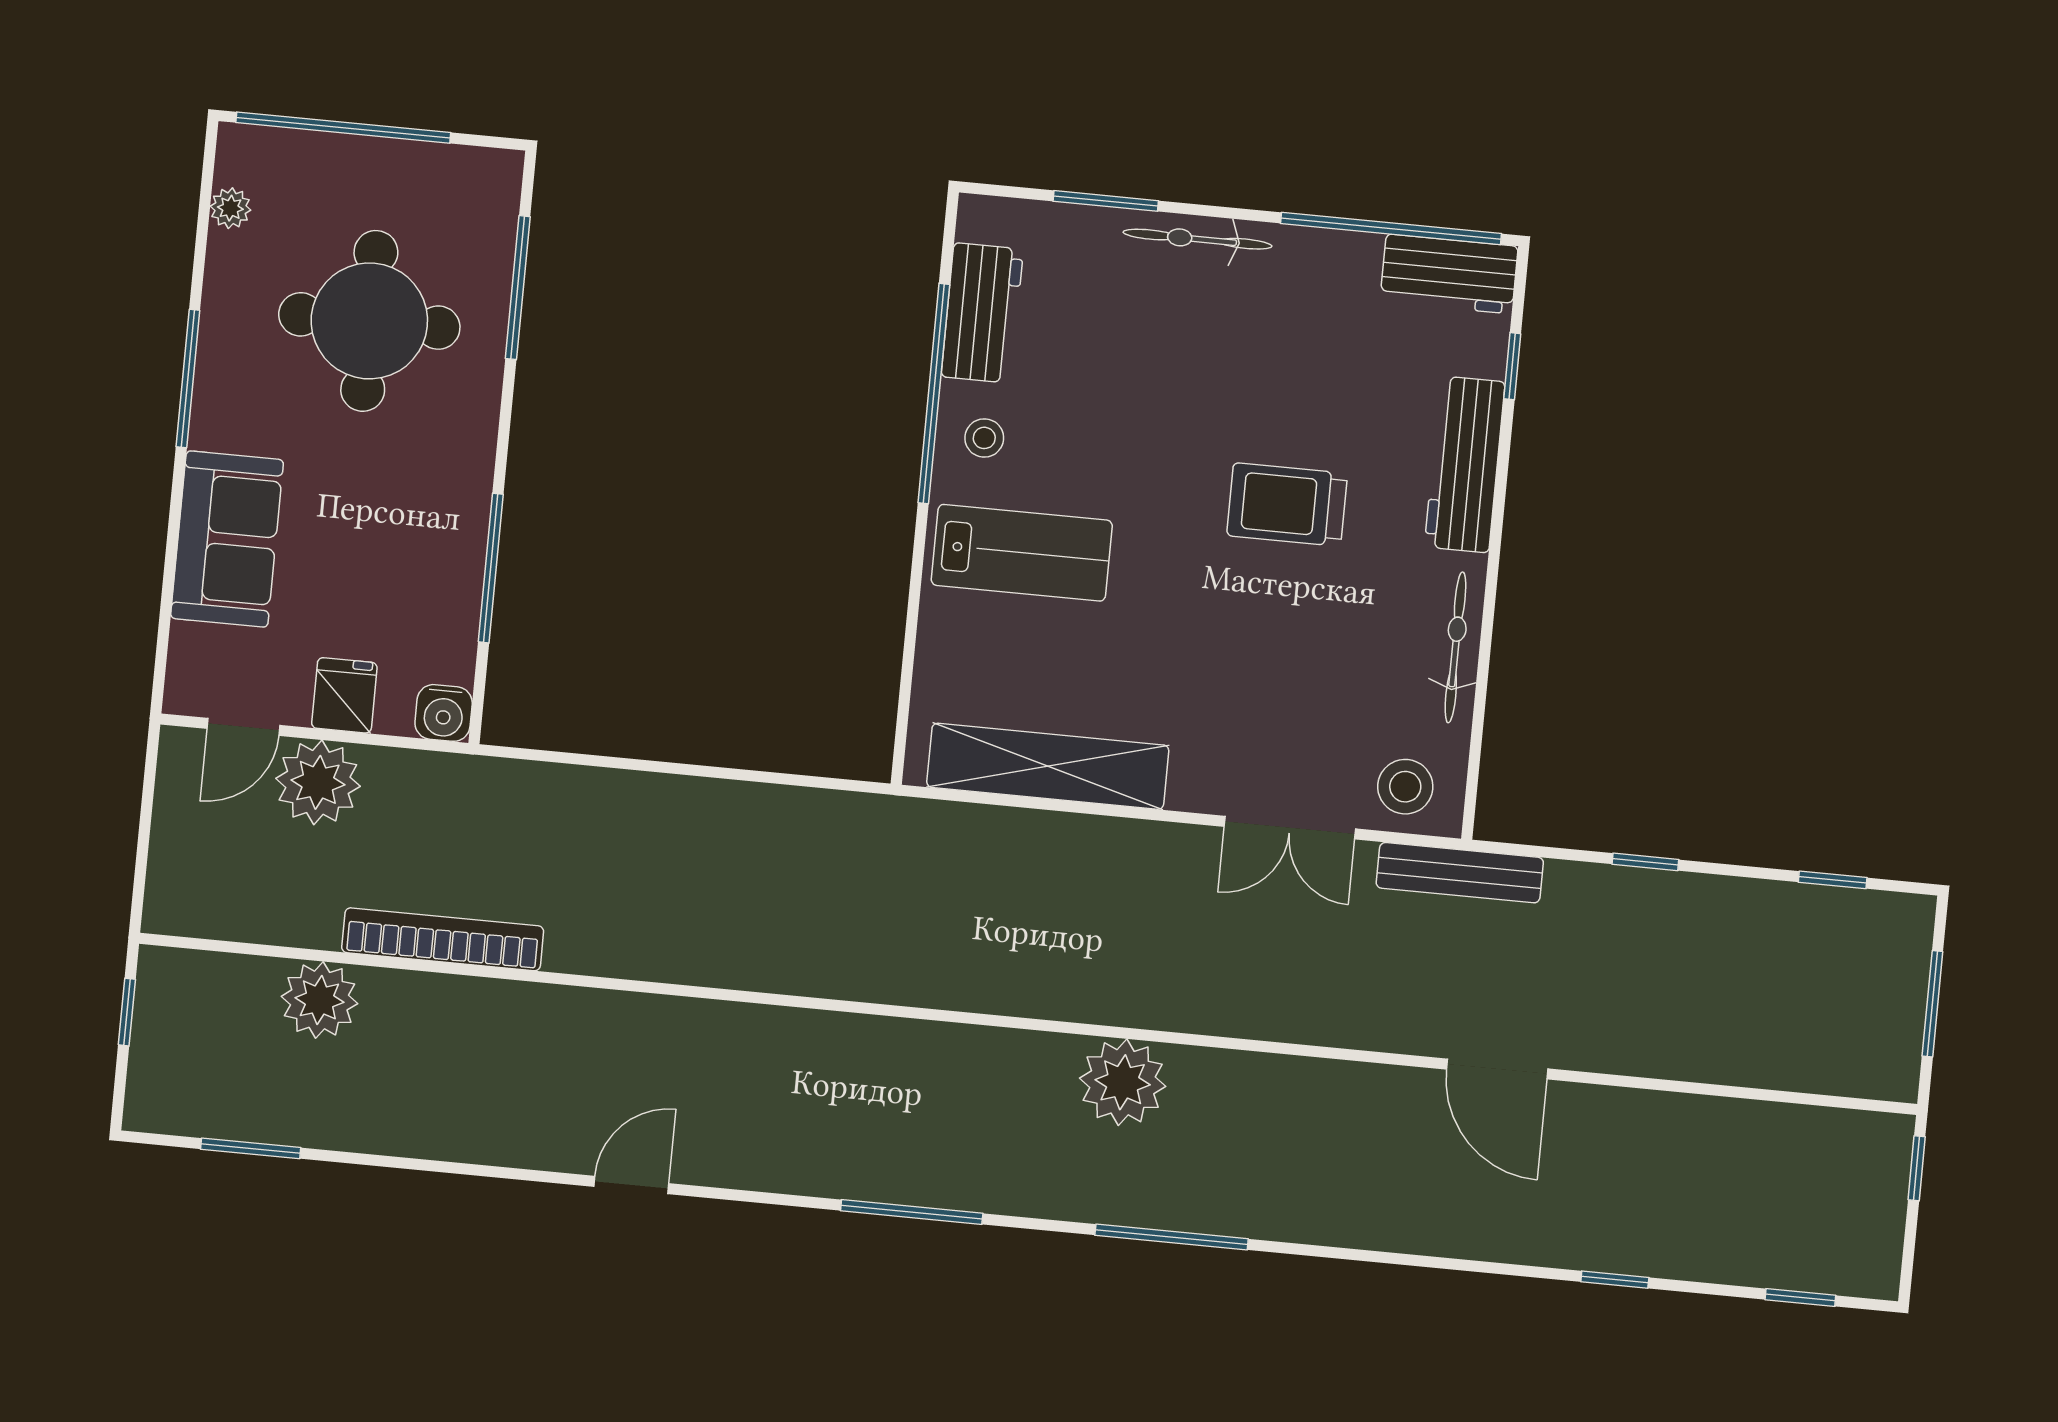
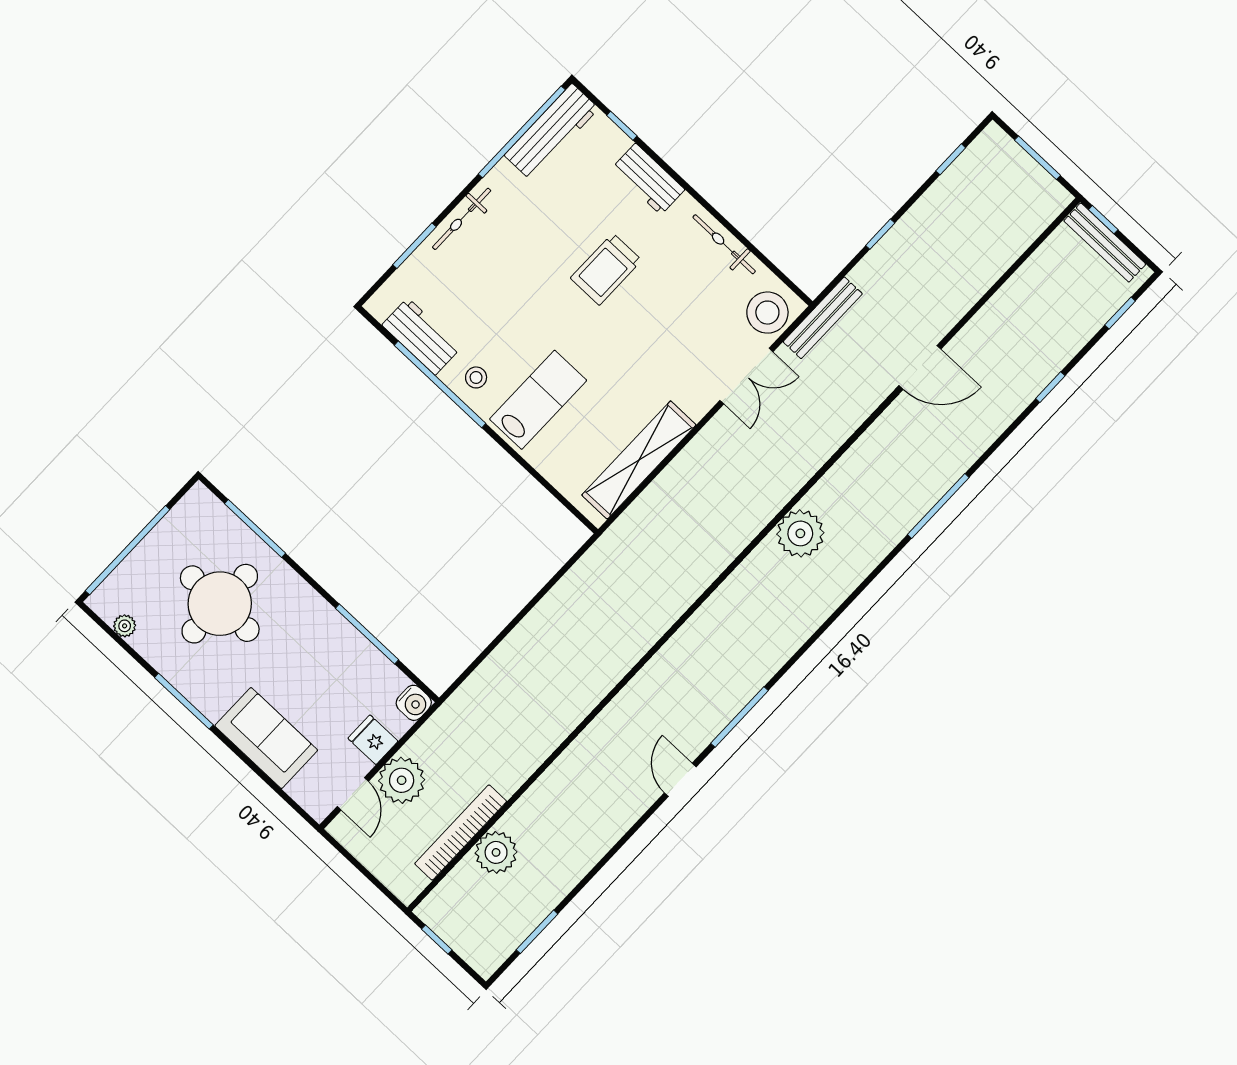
workbench: (1449, 274) -> (552, 132), width x1.38
workbench: (1465, 464) -> (648, 179), width x0.73
stool: (1405, 787) -> (767, 313), width x1.38, depth x1.38
bookcase: (443, 939) -> (461, 832), moved
bench: (1885, 1196) -> (1105, 243), added
window: (912, 1212) -> (740, 717), moved
window: (1172, 1237) -> (938, 506), moved

